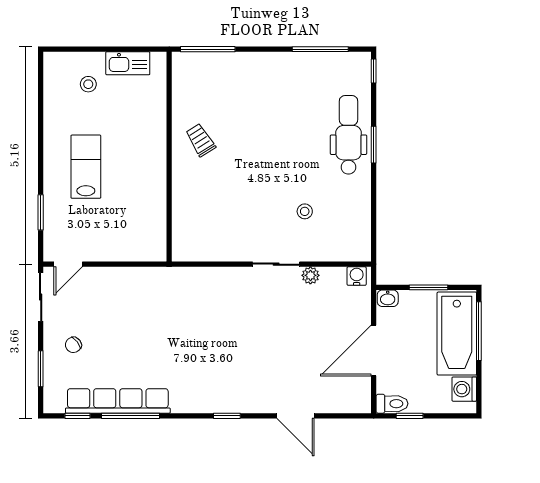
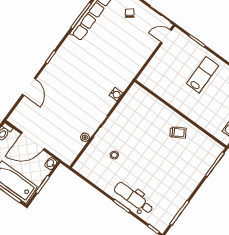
dental chair: (348, 135) -> (134, 198), turned 180
lab bench: (86, 167) -> (203, 75), turned -90
door: (68, 264) -> (166, 36), hinge flipped
water cooler: (357, 276) -> (116, 94), moved
door: (374, 351) -> (33, 141), swing flipped
door: (295, 416) -> (29, 87), swing flipped

